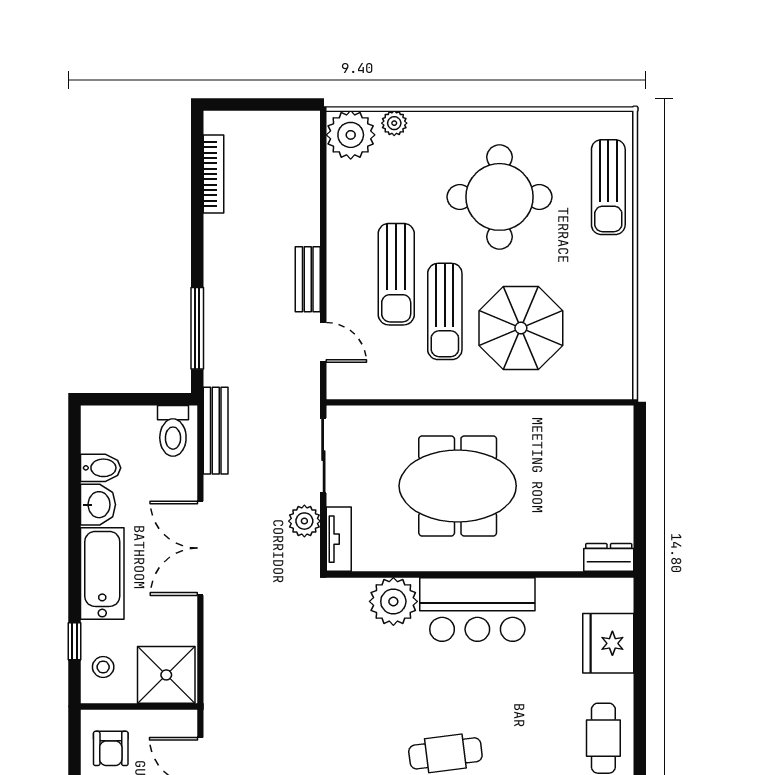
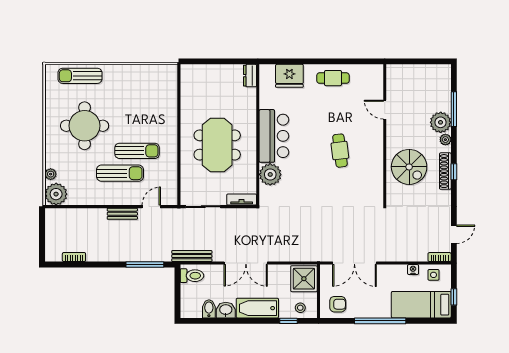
bookcase: (214, 174) -> (74, 257), width x0.64
sun lounger: (608, 187) -> (80, 76), turned 180
parasol: (521, 328) -> (145, 116), removed
plant: (304, 521) -> (233, 215), removed

